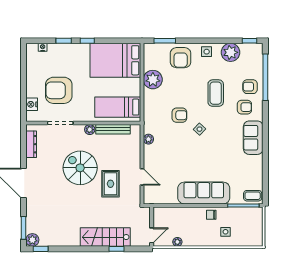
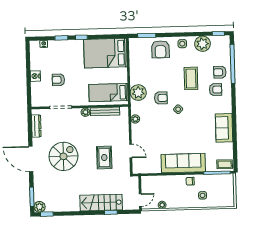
plant: (153, 80) -> (138, 93), moved
armchair: (59, 90) -> (58, 80), width x0.53, depth x0.53
nightstand: (32, 104) -> (35, 76), moved
sofa: (253, 138) -> (224, 128), moved
spiral stairs: (80, 168) -> (63, 156), moved, turned 90

